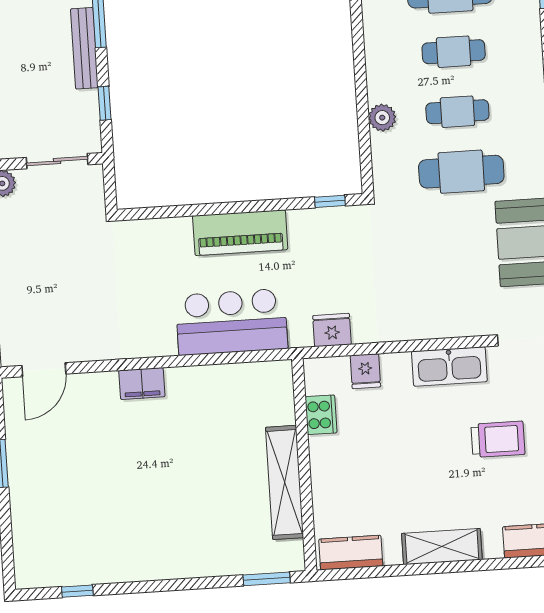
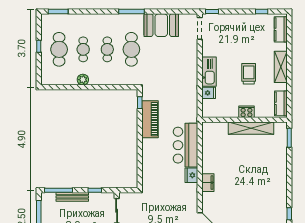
plant: (382, 118) -> (83, 80), moved
piano: (240, 233) -> (150, 119), moved
fridge: (332, 330) -> (191, 175), moved
kitchen sink: (449, 366) -> (209, 72), moved
cooker: (321, 415) -> (246, 112), moved
trolley: (498, 439) -> (249, 74), moved

